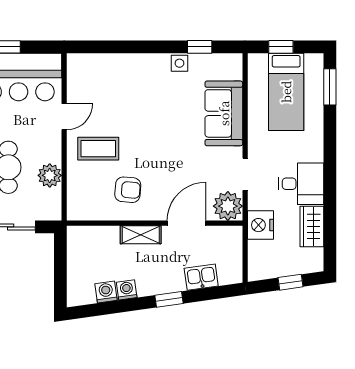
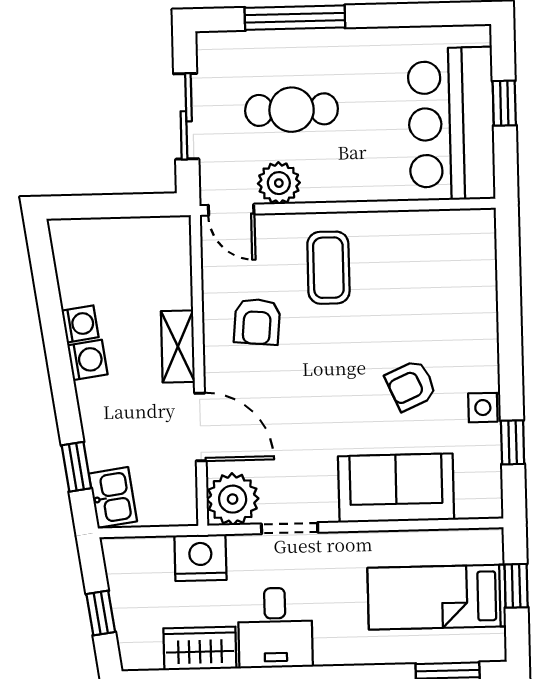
armchair: (166, 104) -> (411, 385), added
door: (64, 117) -> (231, 210), moved
kitchen sink: (201, 277) -> (113, 497), moved
washing machine: (106, 292) -> (88, 360), moved
window: (169, 299) -> (76, 467), moved

